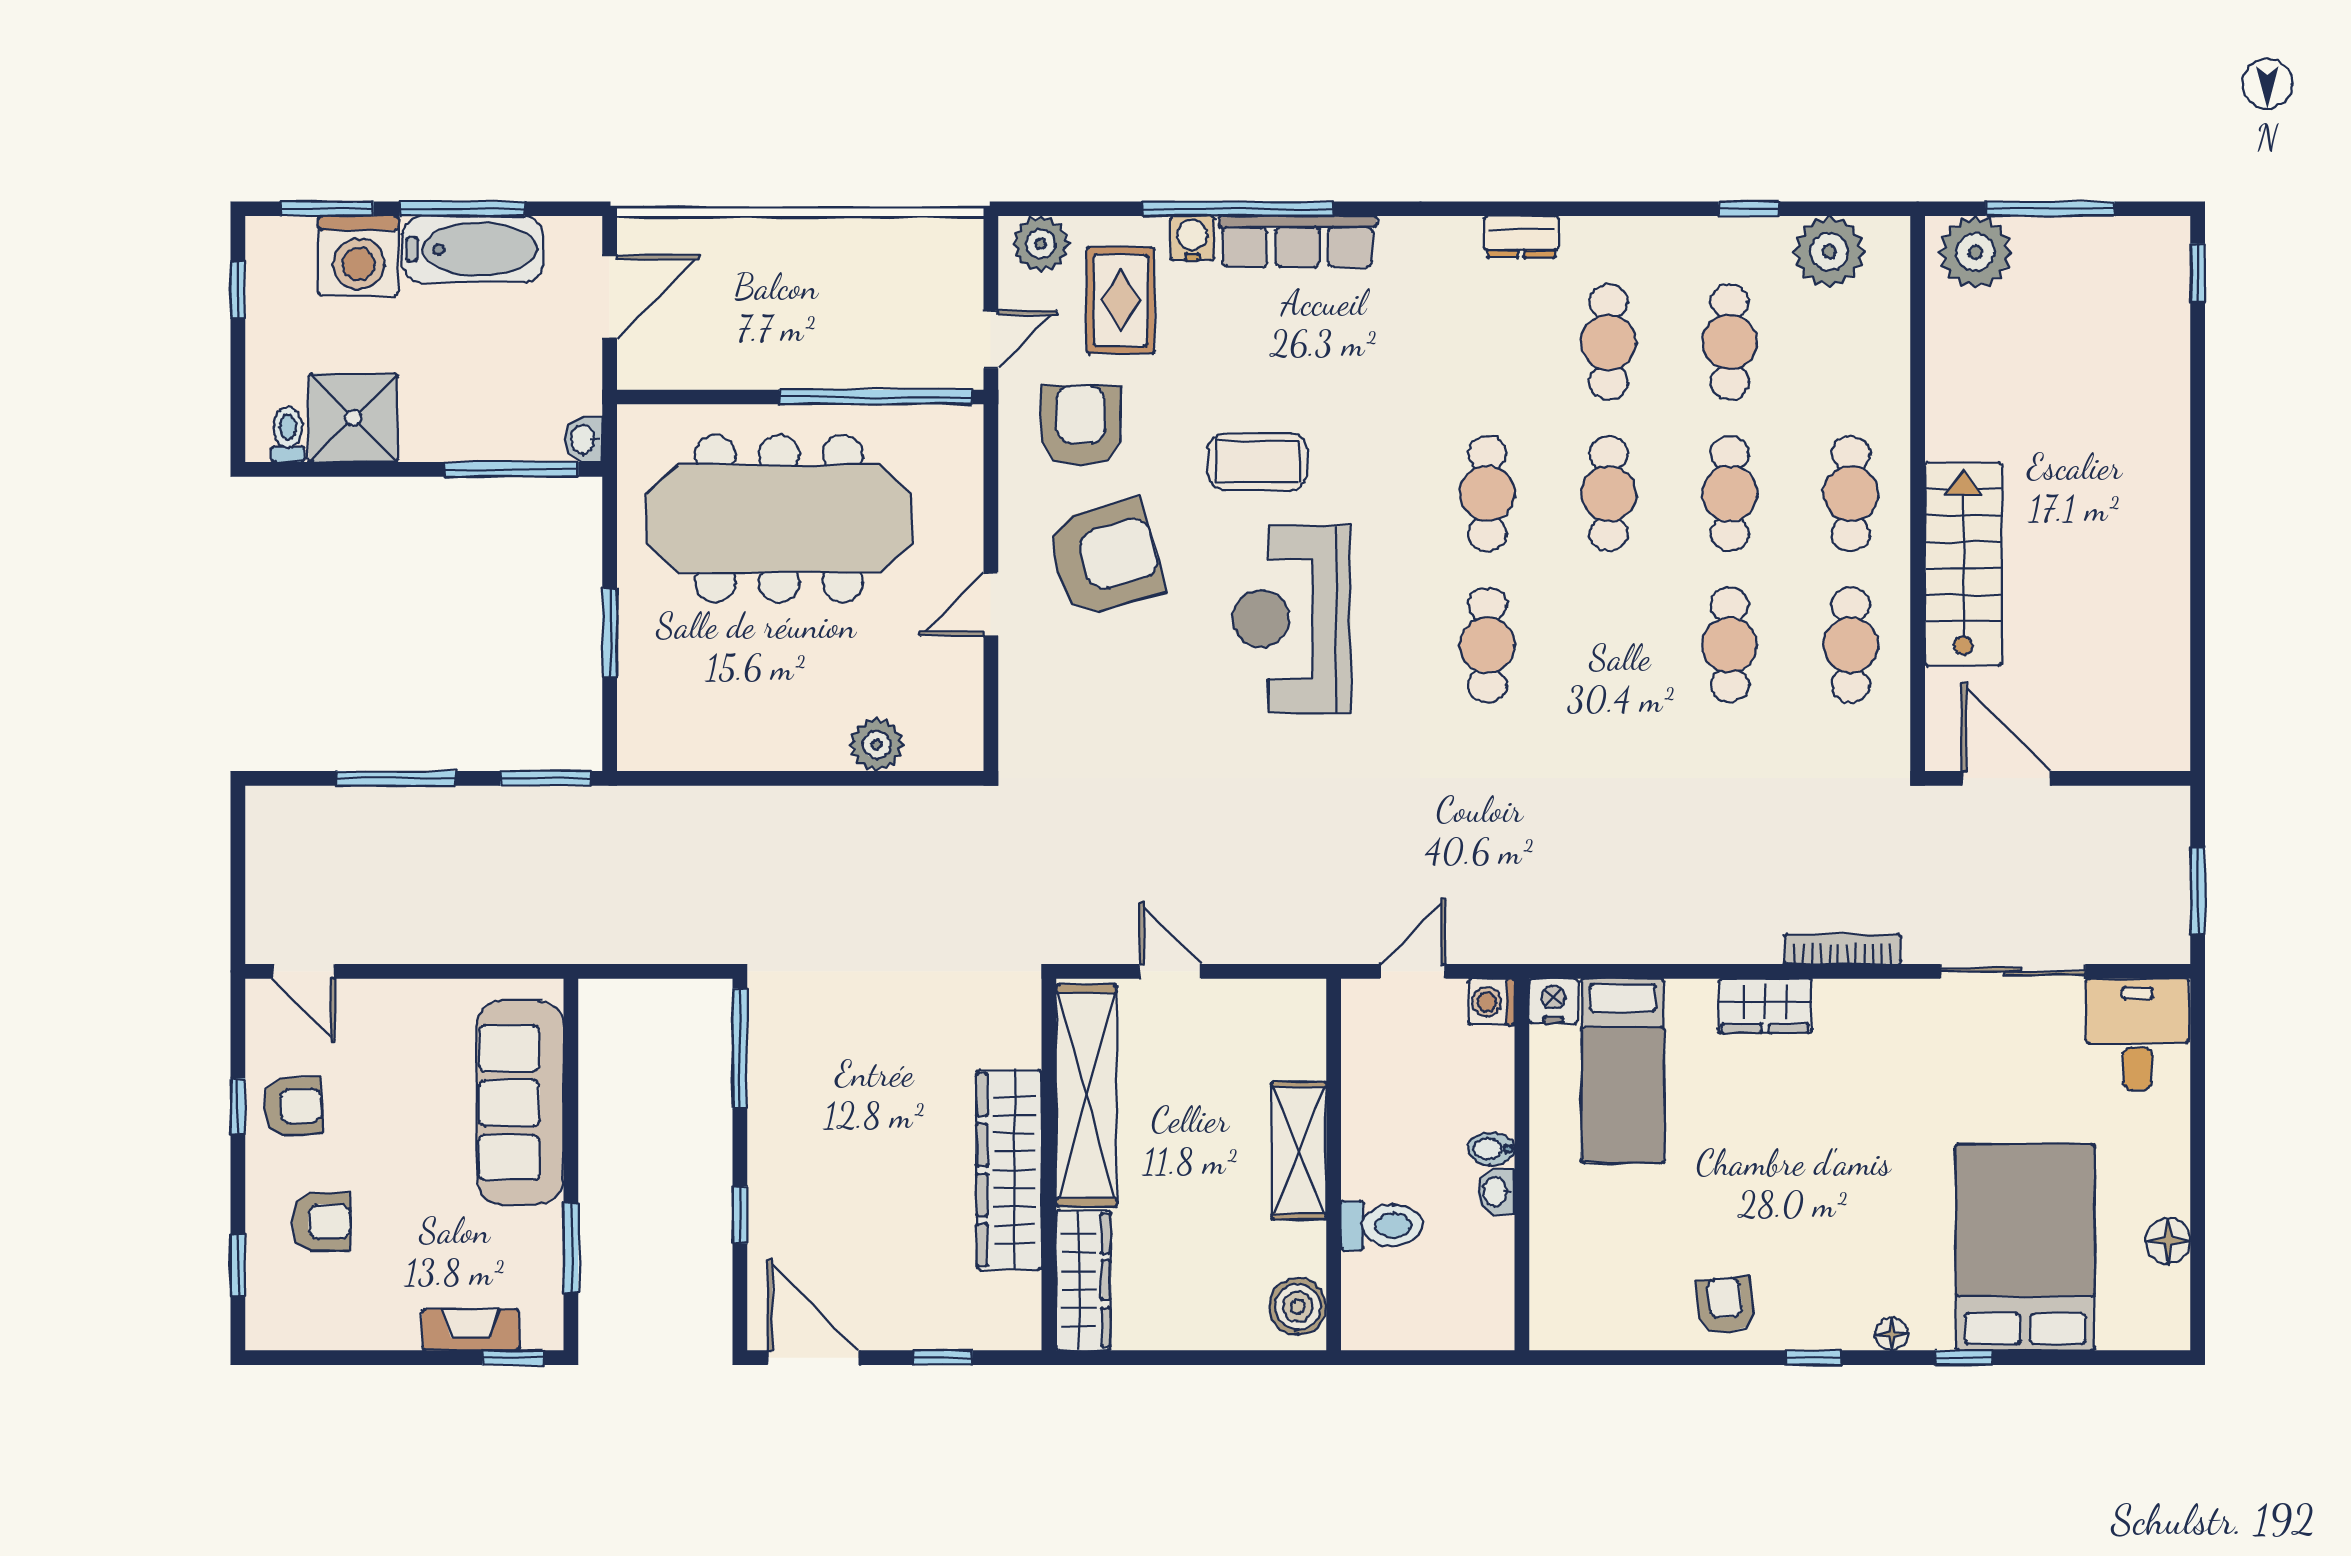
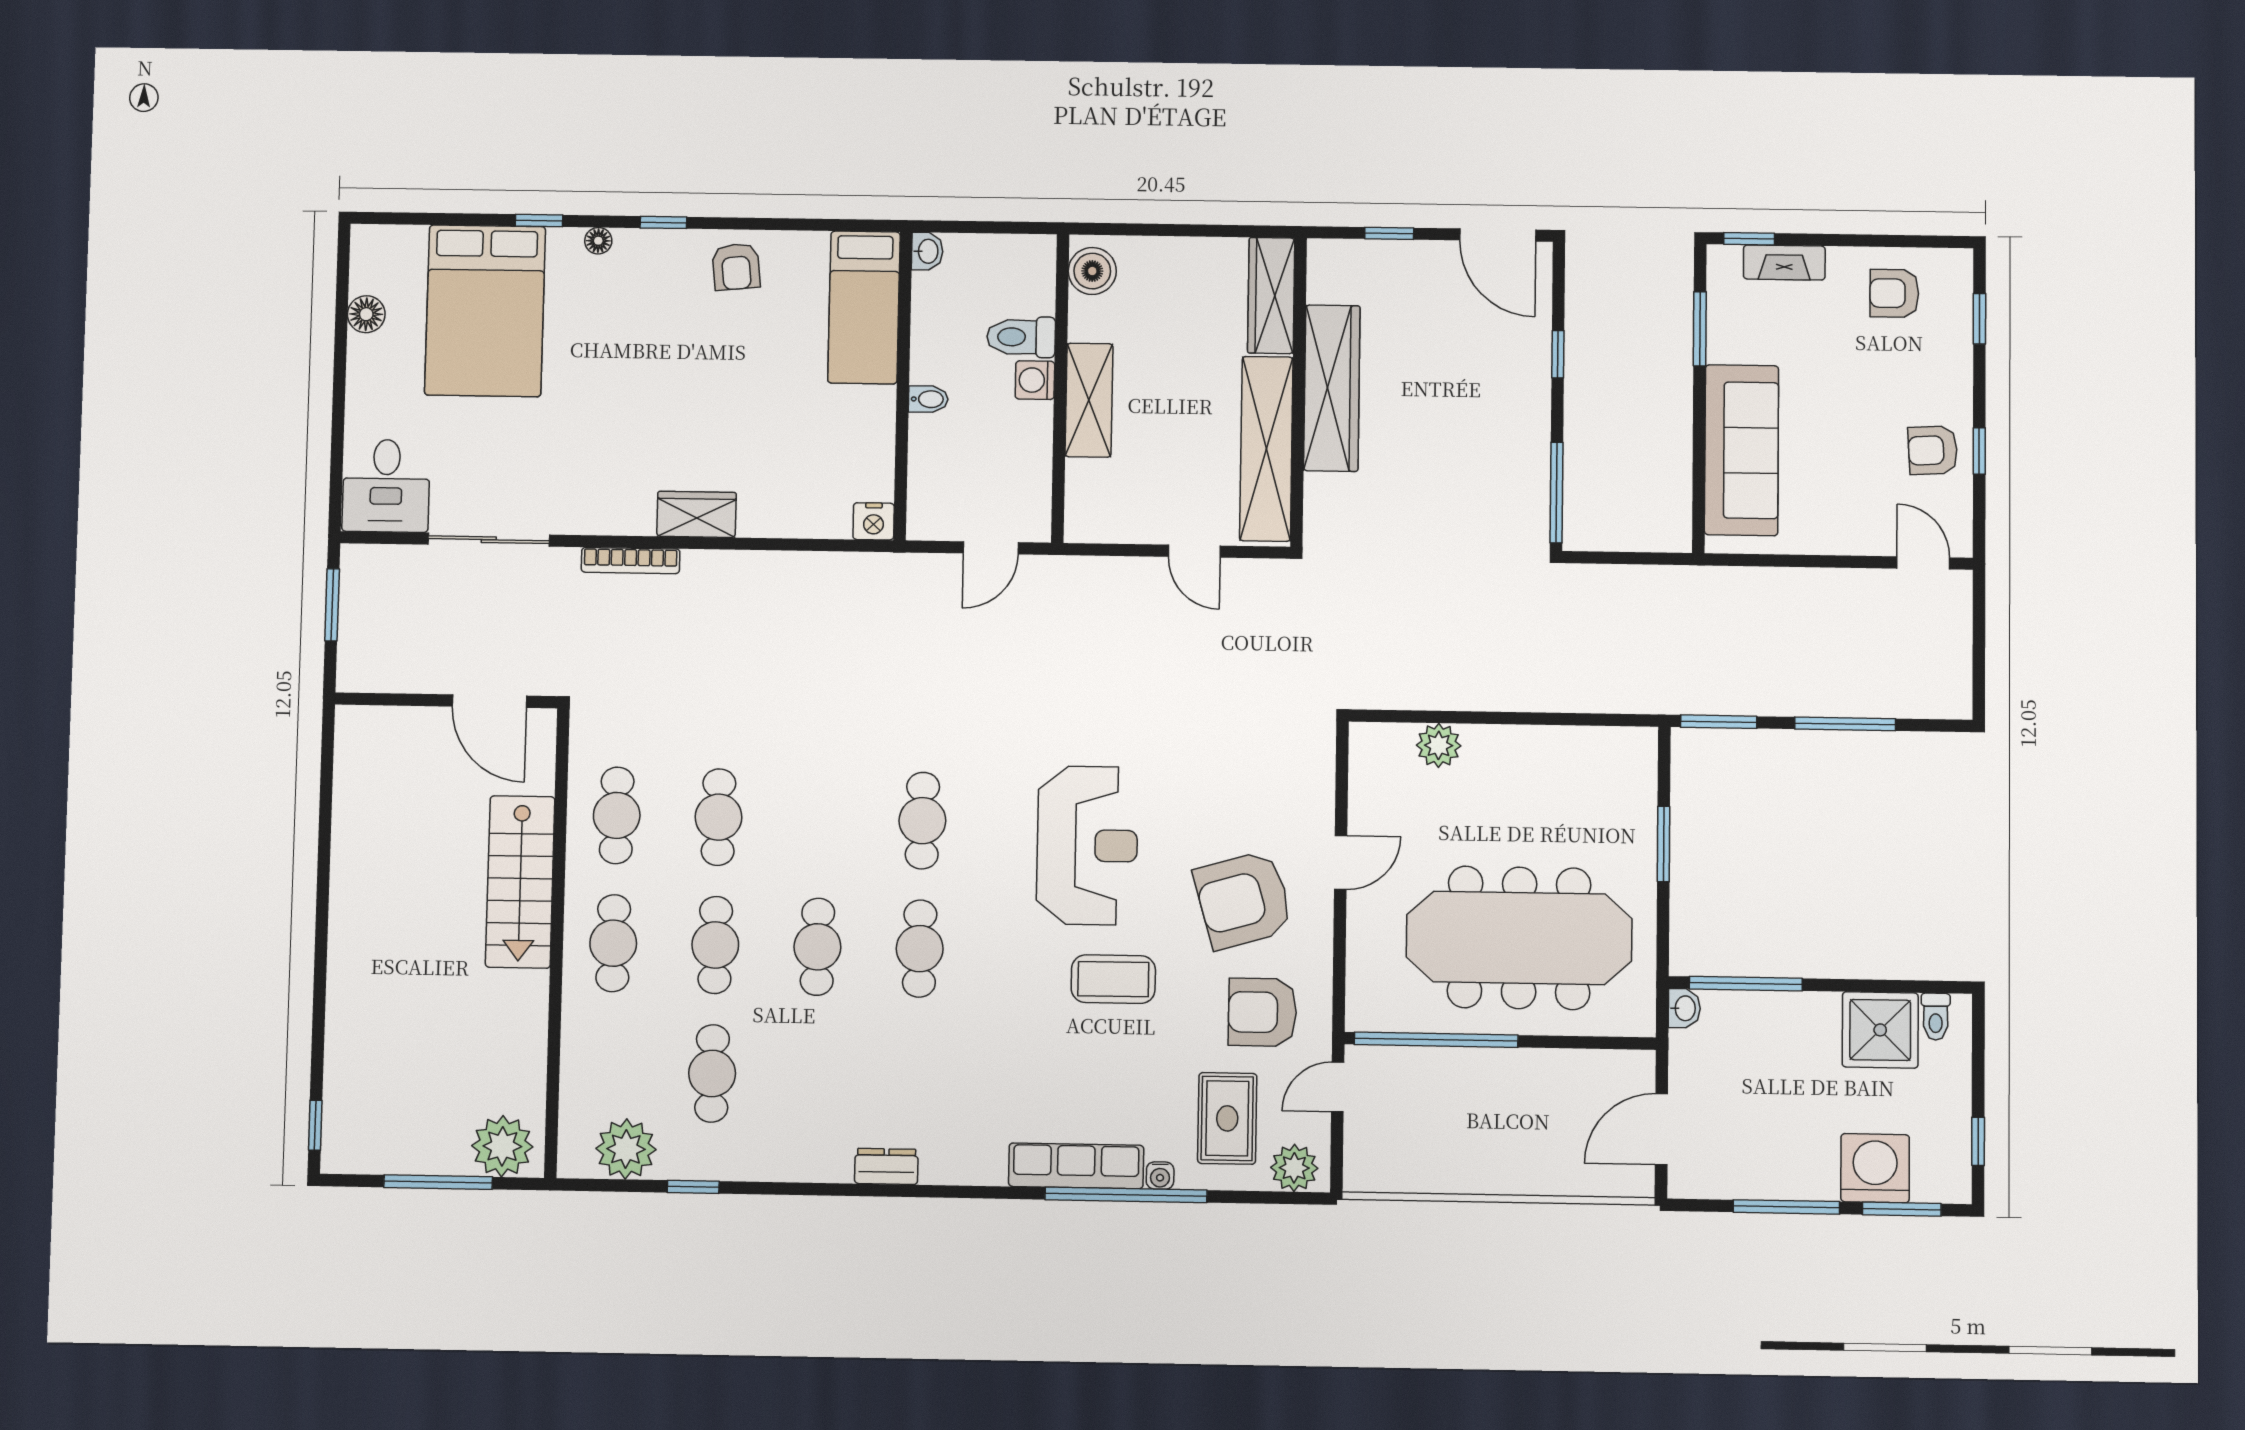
water cooler: (1192, 238) -> (1160, 1176), width x0.72, depth x0.72
bathtub: (473, 249) -> (1778, 1172), removed
cafe table: (1609, 342) -> (814, 1075), removed
armchair: (1081, 426) -> (1262, 1012), turned 90
washing machine: (1491, 1002) -> (1035, 380), moved, turned 180
bed: (1623, 1071) -> (864, 307), moved, turned 180
washbasin: (1496, 1192) -> (927, 251), moved
armchair: (321, 1222) -> (1894, 293), moved

